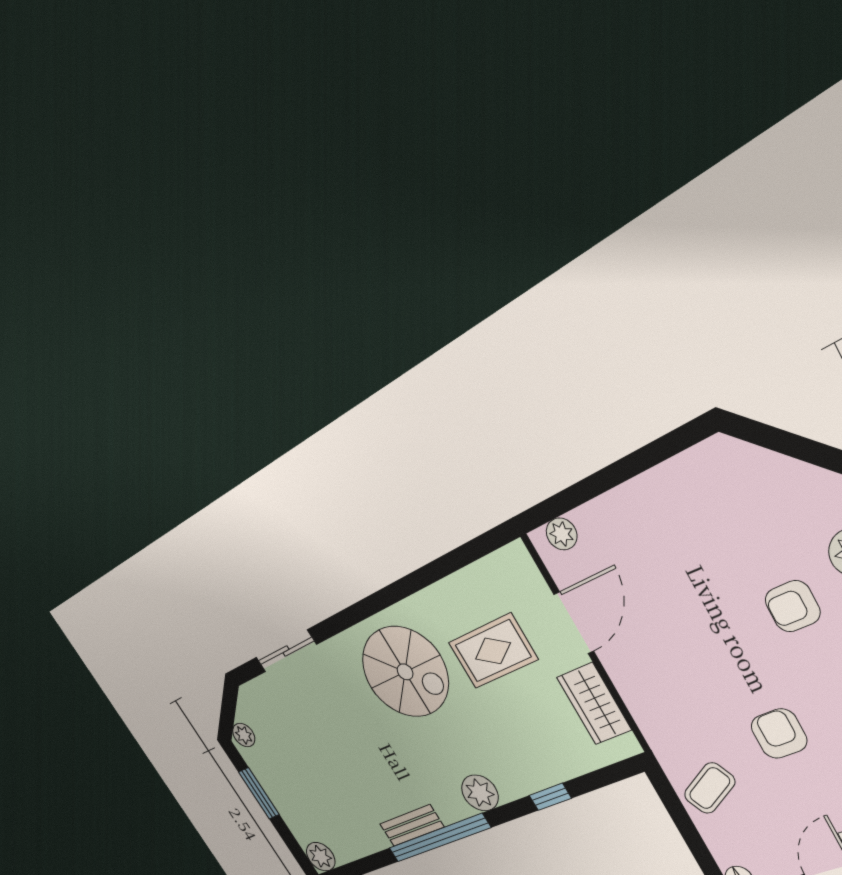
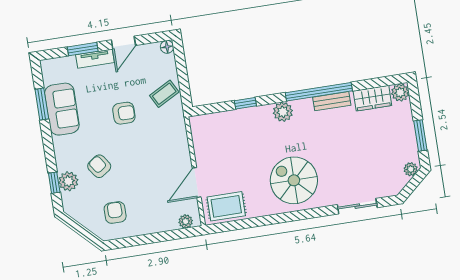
armchair: (718, 509) -> (115, 213), added
armchair: (793, 606) -> (99, 166), turned -125
rug: (493, 651) -> (226, 206), moved
wardrobe: (594, 704) -> (372, 98), moved, turned 90
armchair: (779, 734) -> (124, 113), turned -90

